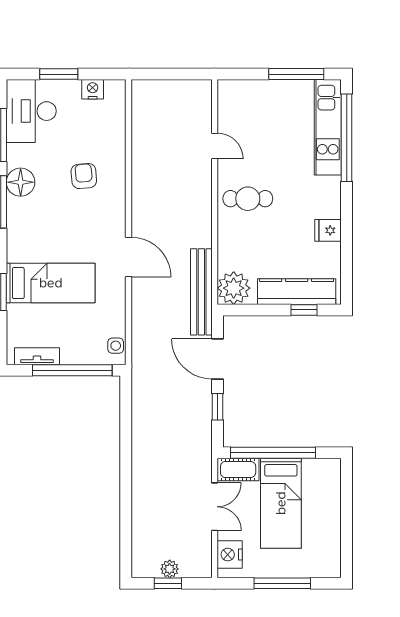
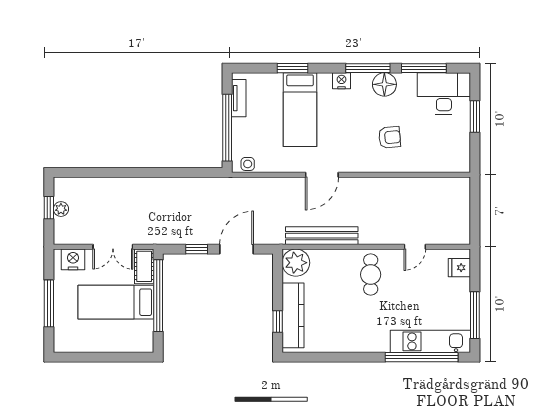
nightstand: (93, 89) -> (341, 81), moved, turned -90
fridge: (328, 230) -> (459, 268), moved, turned -90
bench: (201, 292) -> (322, 236), moved

